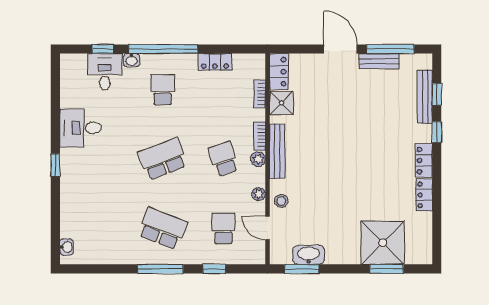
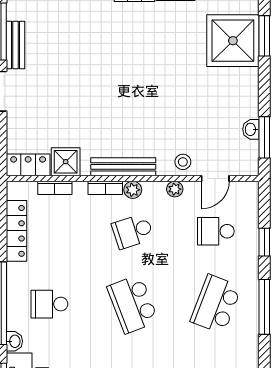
locker: (215, 62) -> (16, 231), width x1.53
washbasin: (309, 255) -> (251, 129), width x0.52, depth x0.69

